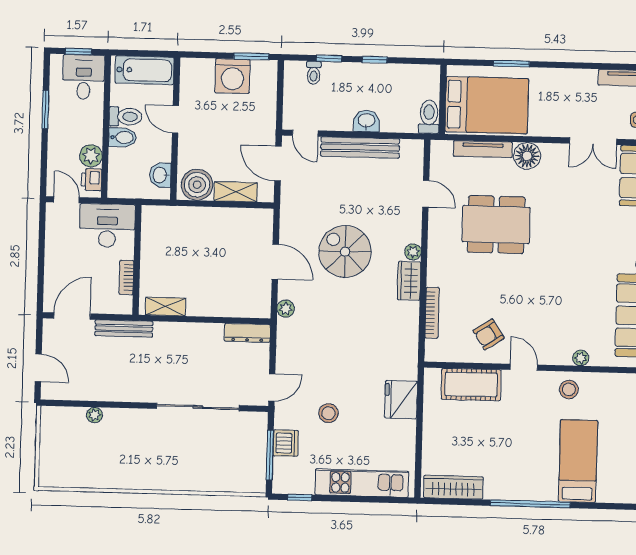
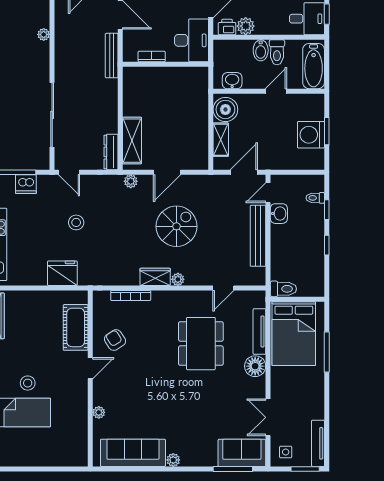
window: (251, 56) -> (327, 131), moved
window: (511, 64) -> (327, 352), width x1.44
washbasin: (366, 121) -> (279, 214), moved
shelving: (165, 307) -> (132, 141), moved, width x1.50, depth x1.33
stool: (569, 389) -> (28, 383), moved
stool: (328, 413) -> (76, 222), moved

